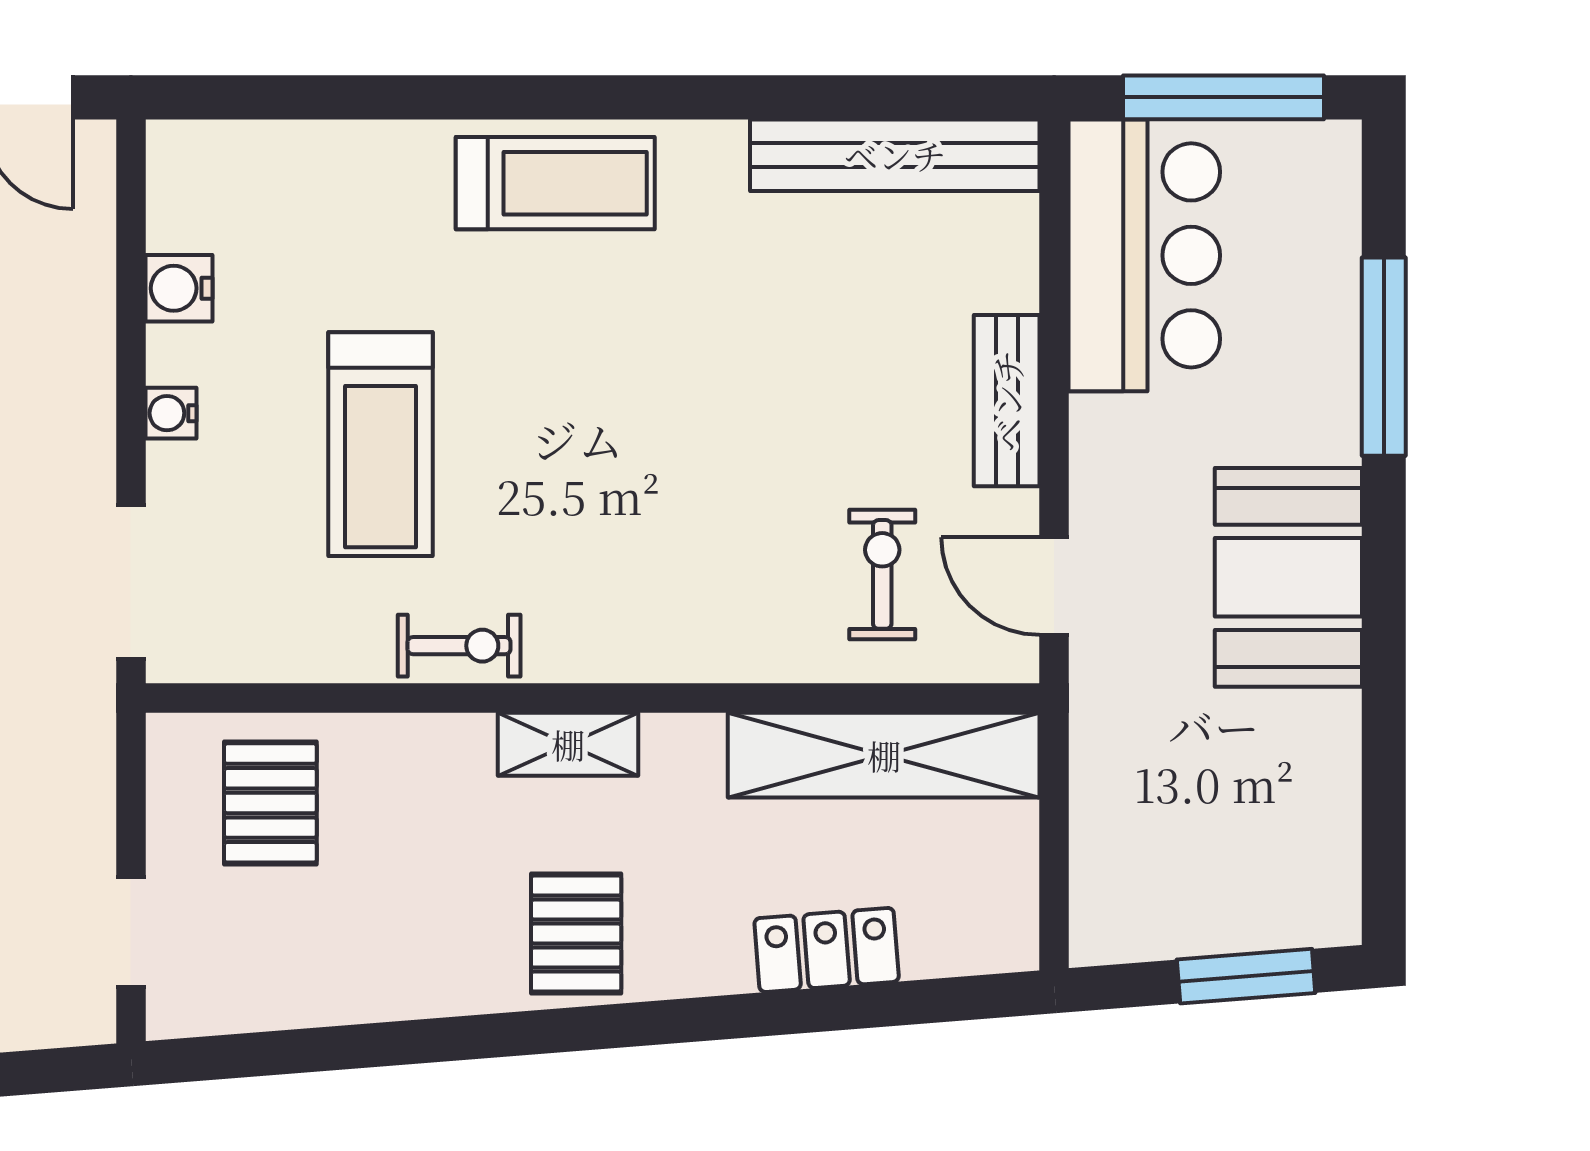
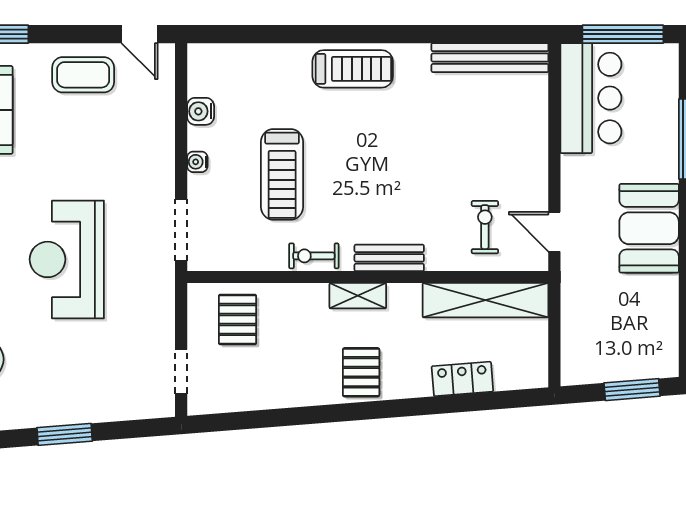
bench: (1007, 401) -> (389, 258), moved, turned 90
exercise bike: (459, 646) -> (314, 256), turned 180

